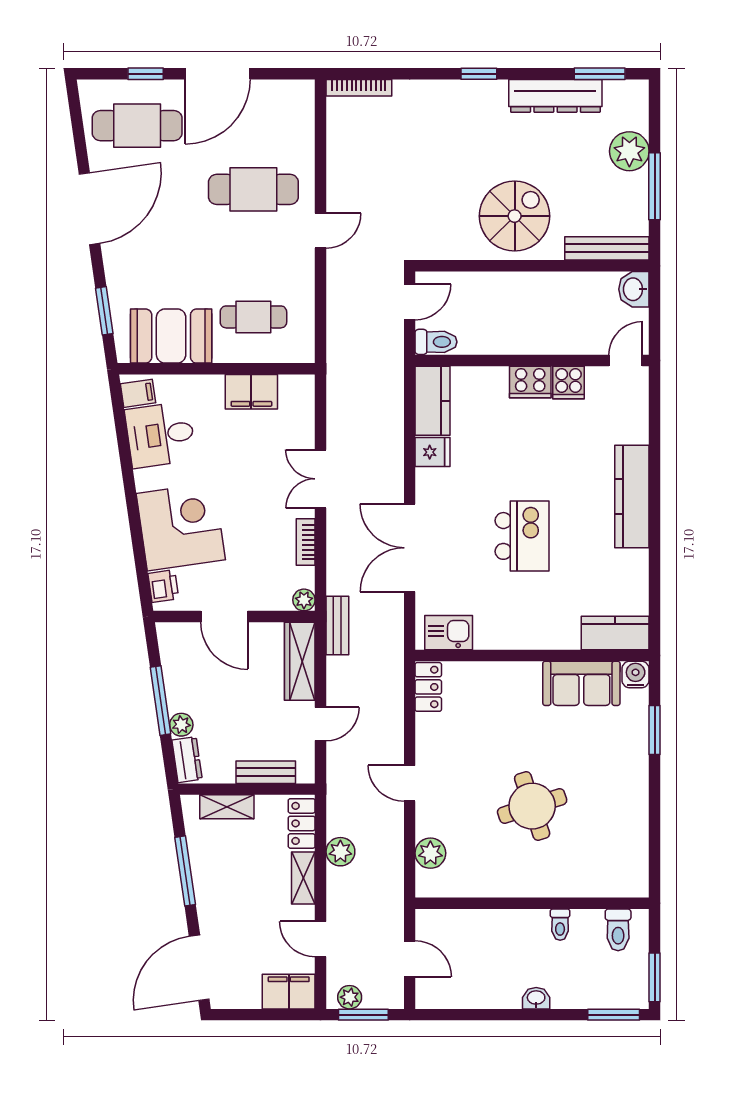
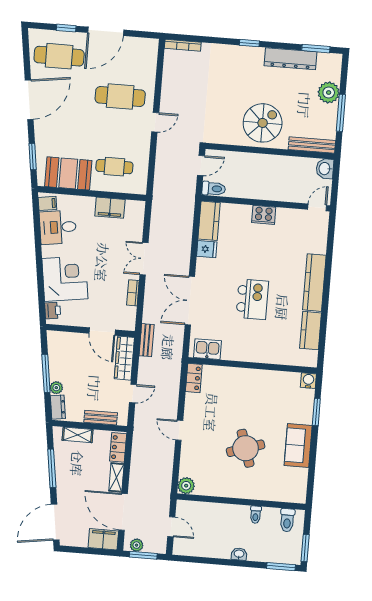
cooker: (569, 382) -> (285, 217), removed
plant: (304, 600) -> (129, 325), removed
door: (224, 617) -> (102, 332), moved
kitchen counter: (615, 633) -> (311, 331), moved, turned -90
sofa: (581, 683) -> (298, 445), moved, turned 90
plant: (340, 852) -> (138, 465), removed
plant: (430, 853) -> (186, 486), moved
door: (321, 939) -> (123, 512), width x1.88

